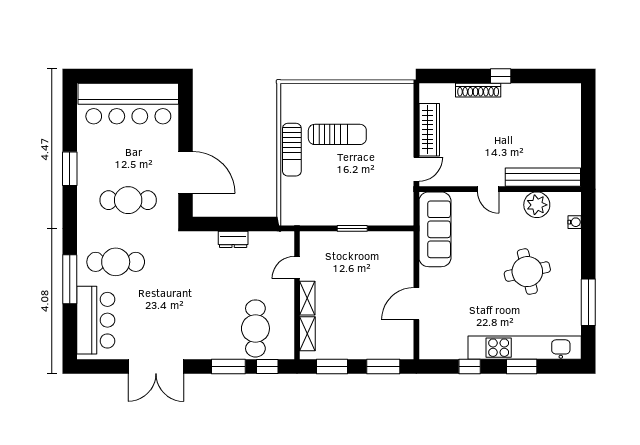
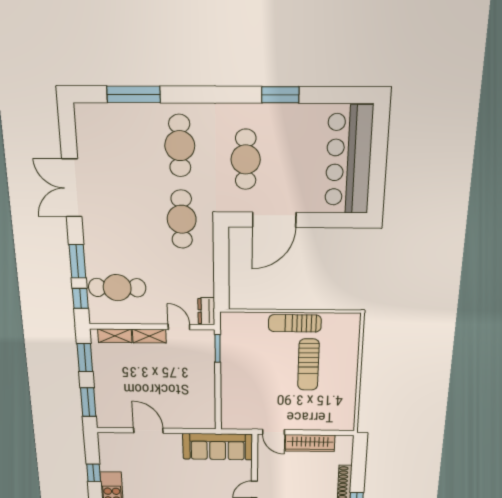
window: (352, 228) -> (218, 348), moved
dresser: (233, 239) -> (206, 311), moved
cafe table: (186, 262) -> (182, 219), added
window: (70, 279) -> (134, 94), moved
bar counter: (96, 320) -> (117, 124), removed

